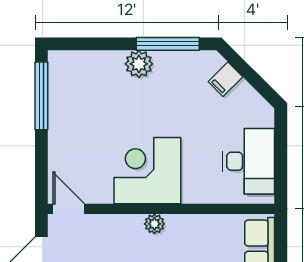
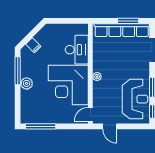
desk: (249, 161) -> (77, 50), moved, turned 90
corner desk: (147, 171) -> (68, 85), width x1.36, depth x1.36

